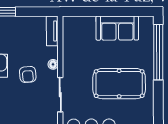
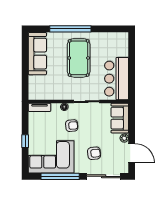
sofa: (117, 28) -> (37, 54), width x1.36
window: (158, 52) -> (70, 29), moved

